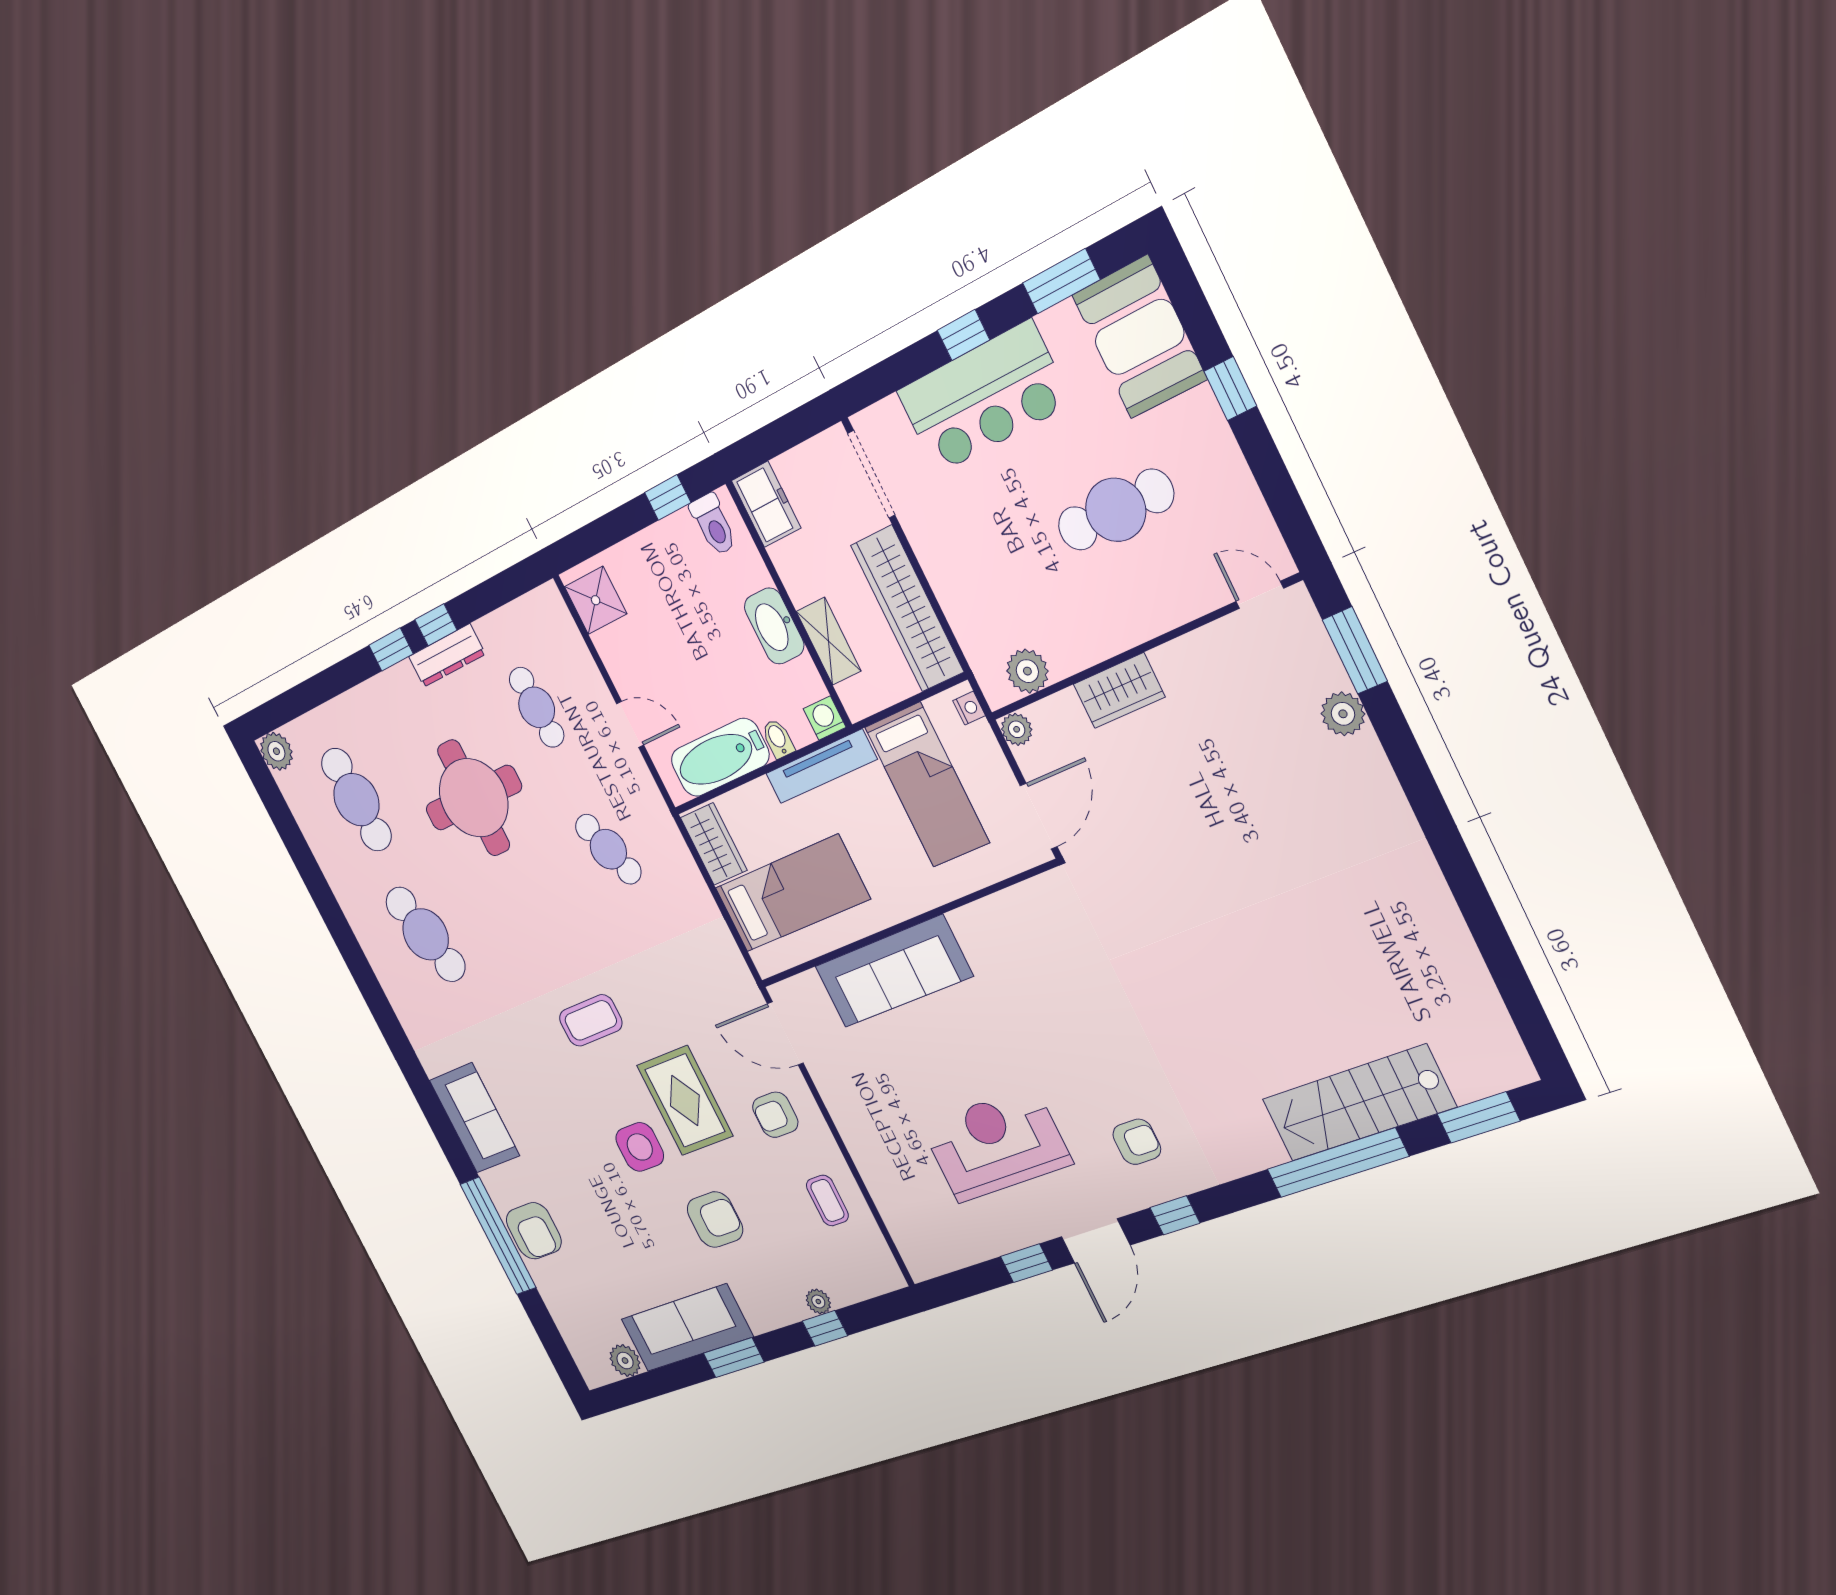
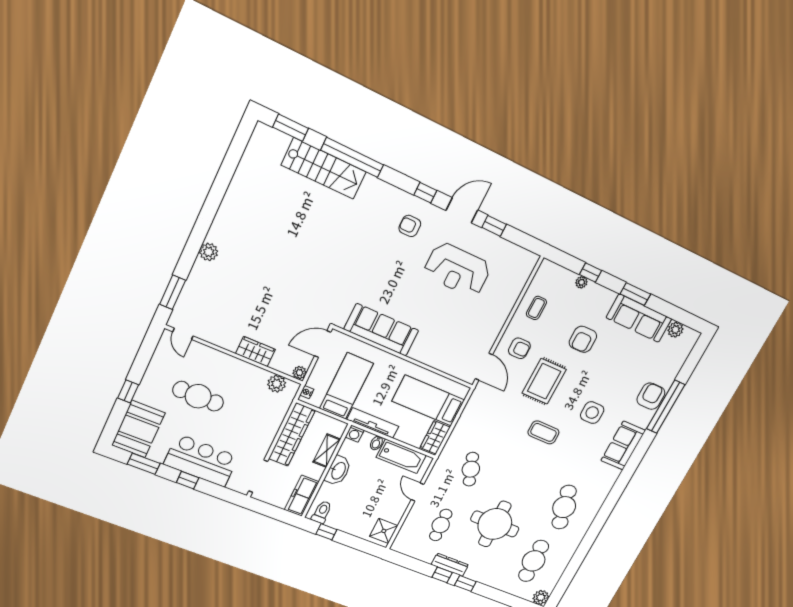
freezer: (766, 504) -> (302, 496), width x1.40
plant: (1343, 714) -> (209, 252), moved
sofa: (894, 971) -> (381, 330), moved
side table: (640, 1147) -> (592, 413), moved
armchair: (715, 1220) -> (583, 339), turned -90

